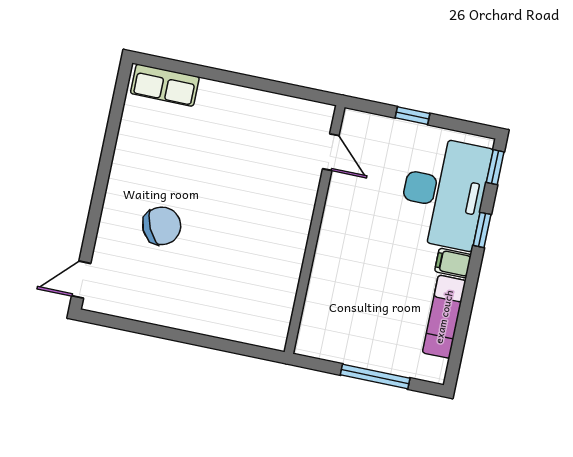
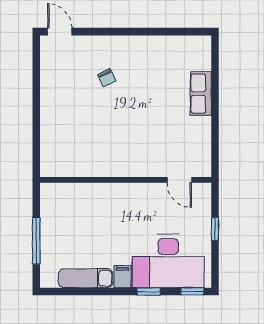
row of seats: (165, 85) -> (201, 94), moved
door: (331, 152) -> (179, 180), hinge flipped
chair: (162, 226) -> (107, 78), width x0.54, depth x0.54

